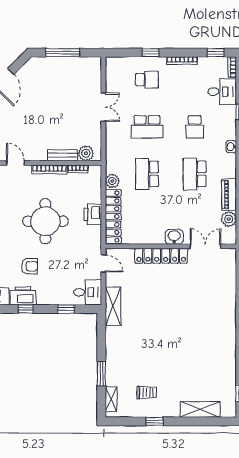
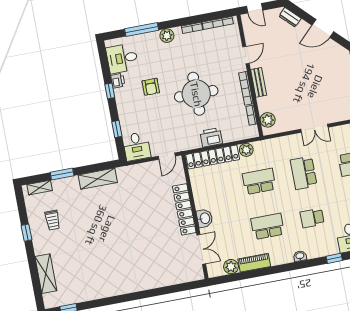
bench: (62, 155) -> (259, 82), moved
printer: (23, 296) -> (118, 81), width x0.53, depth x0.68
shelving: (113, 306) -> (98, 179), moved

